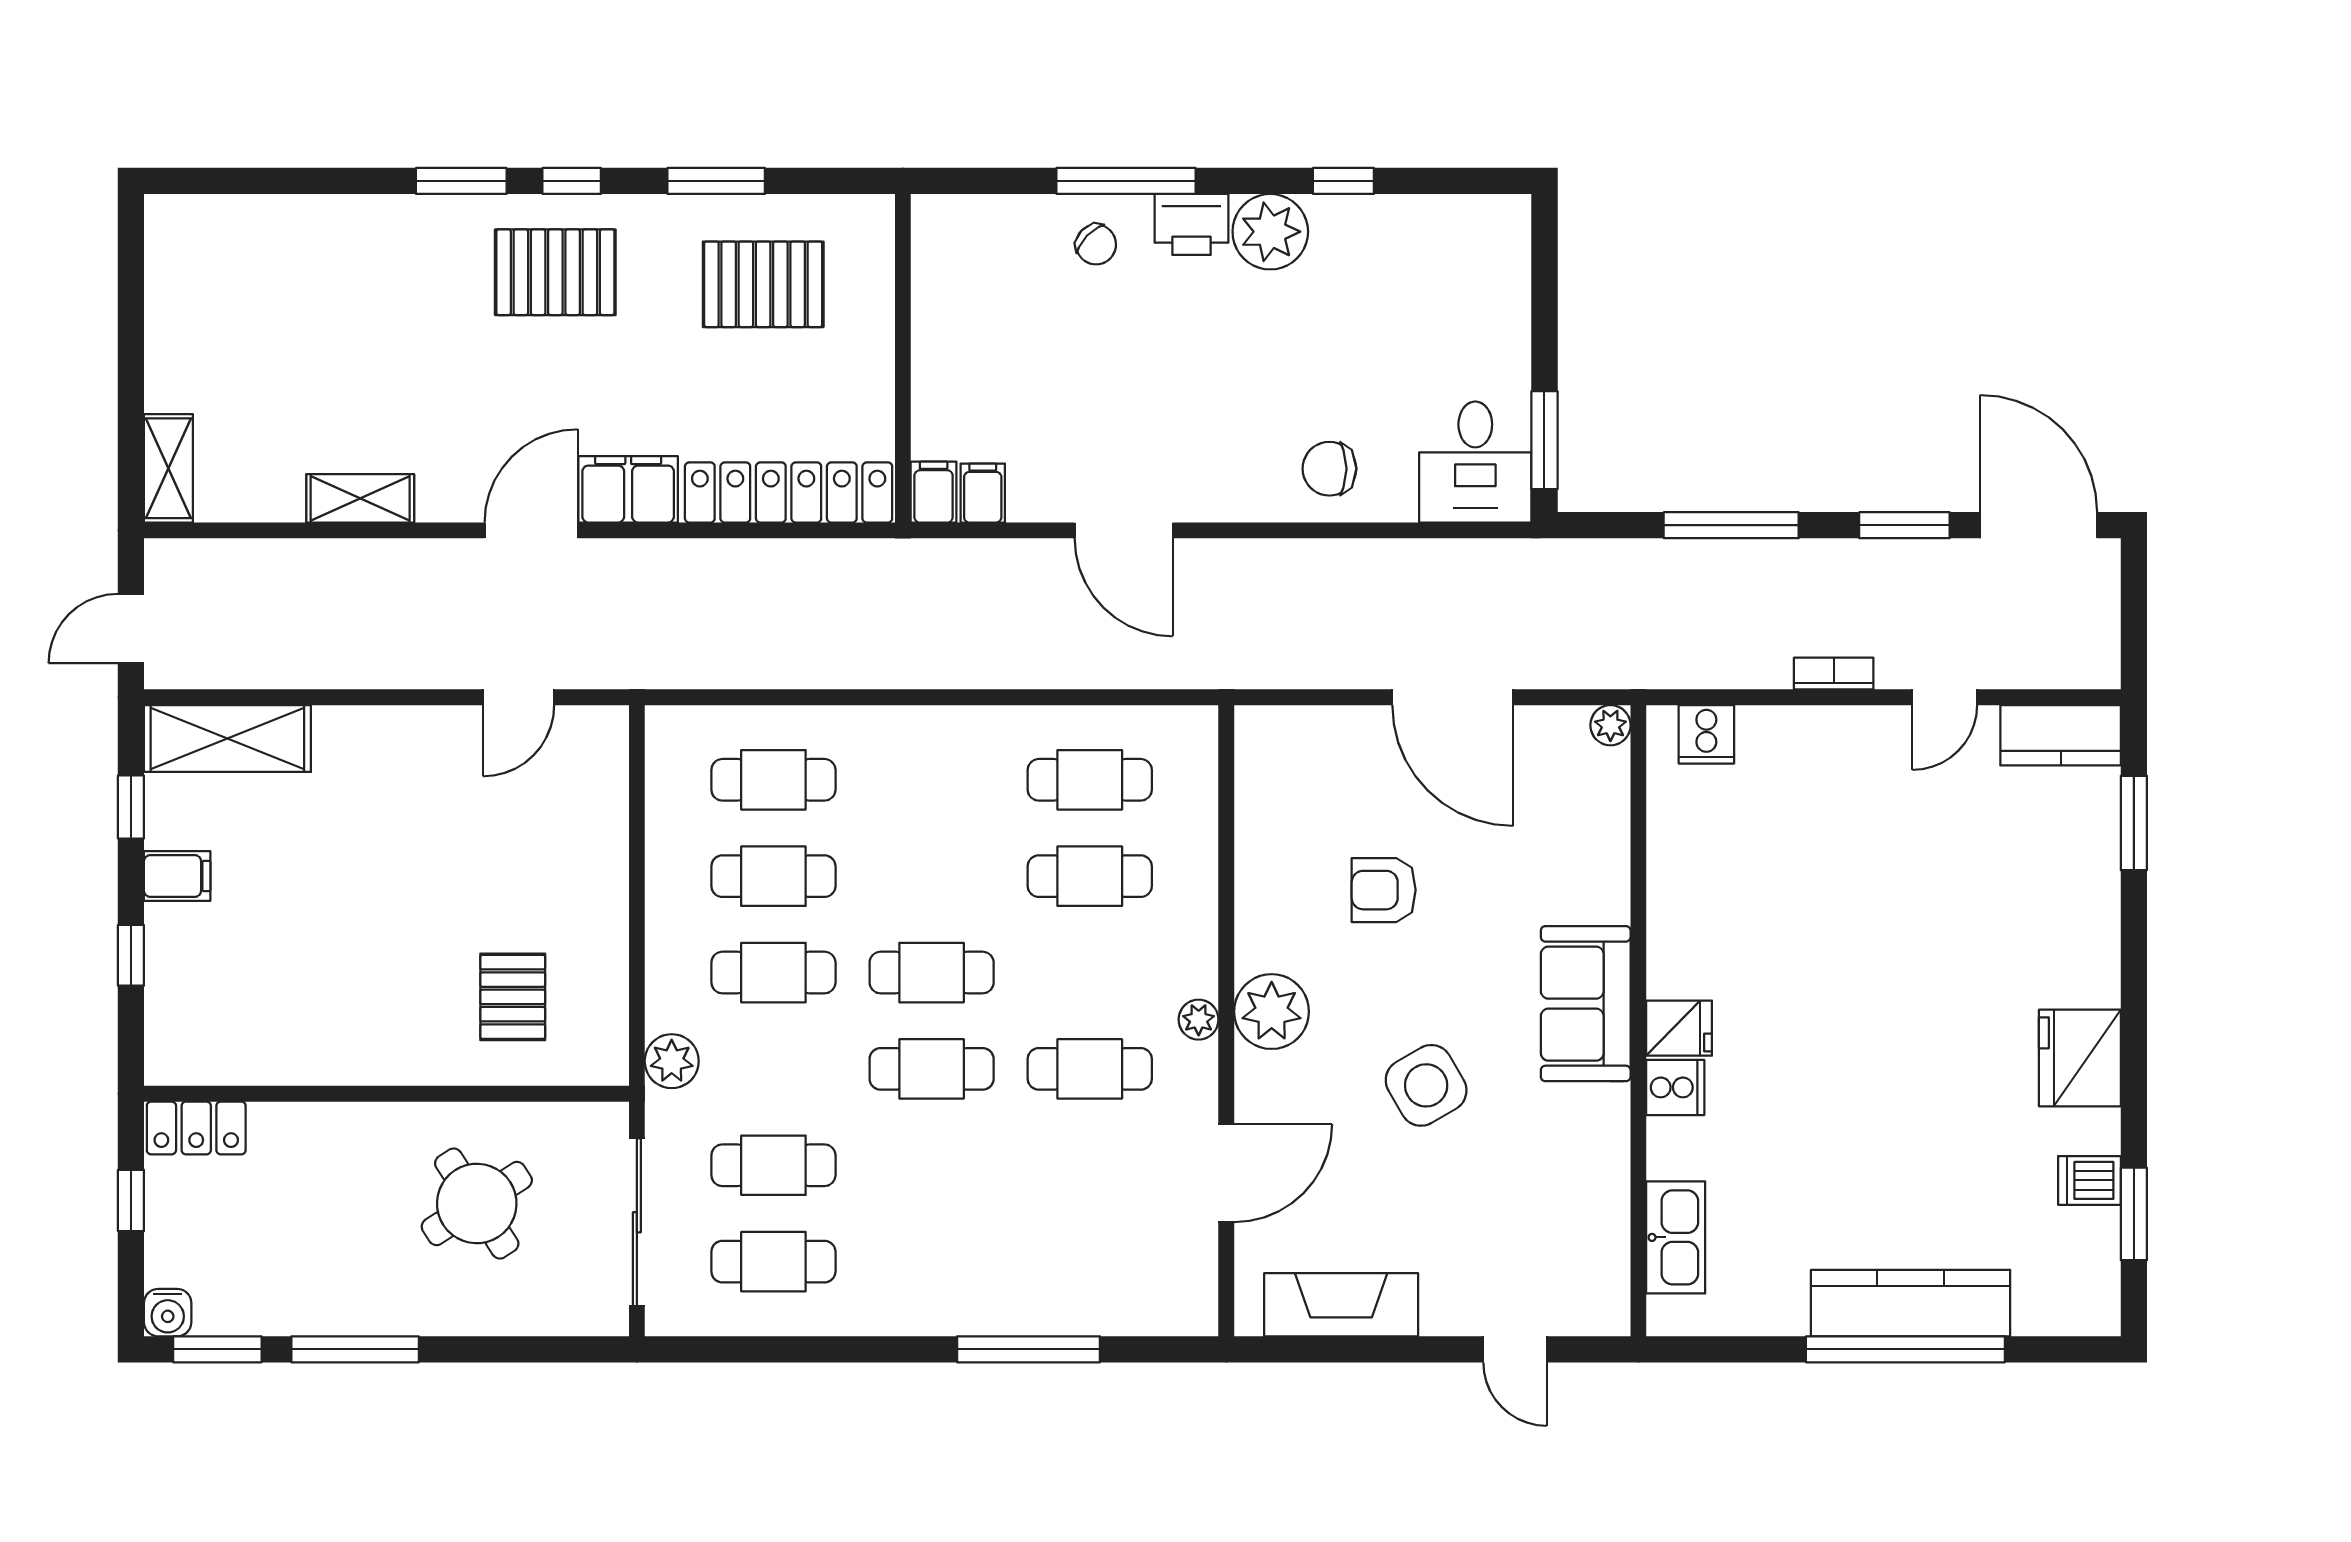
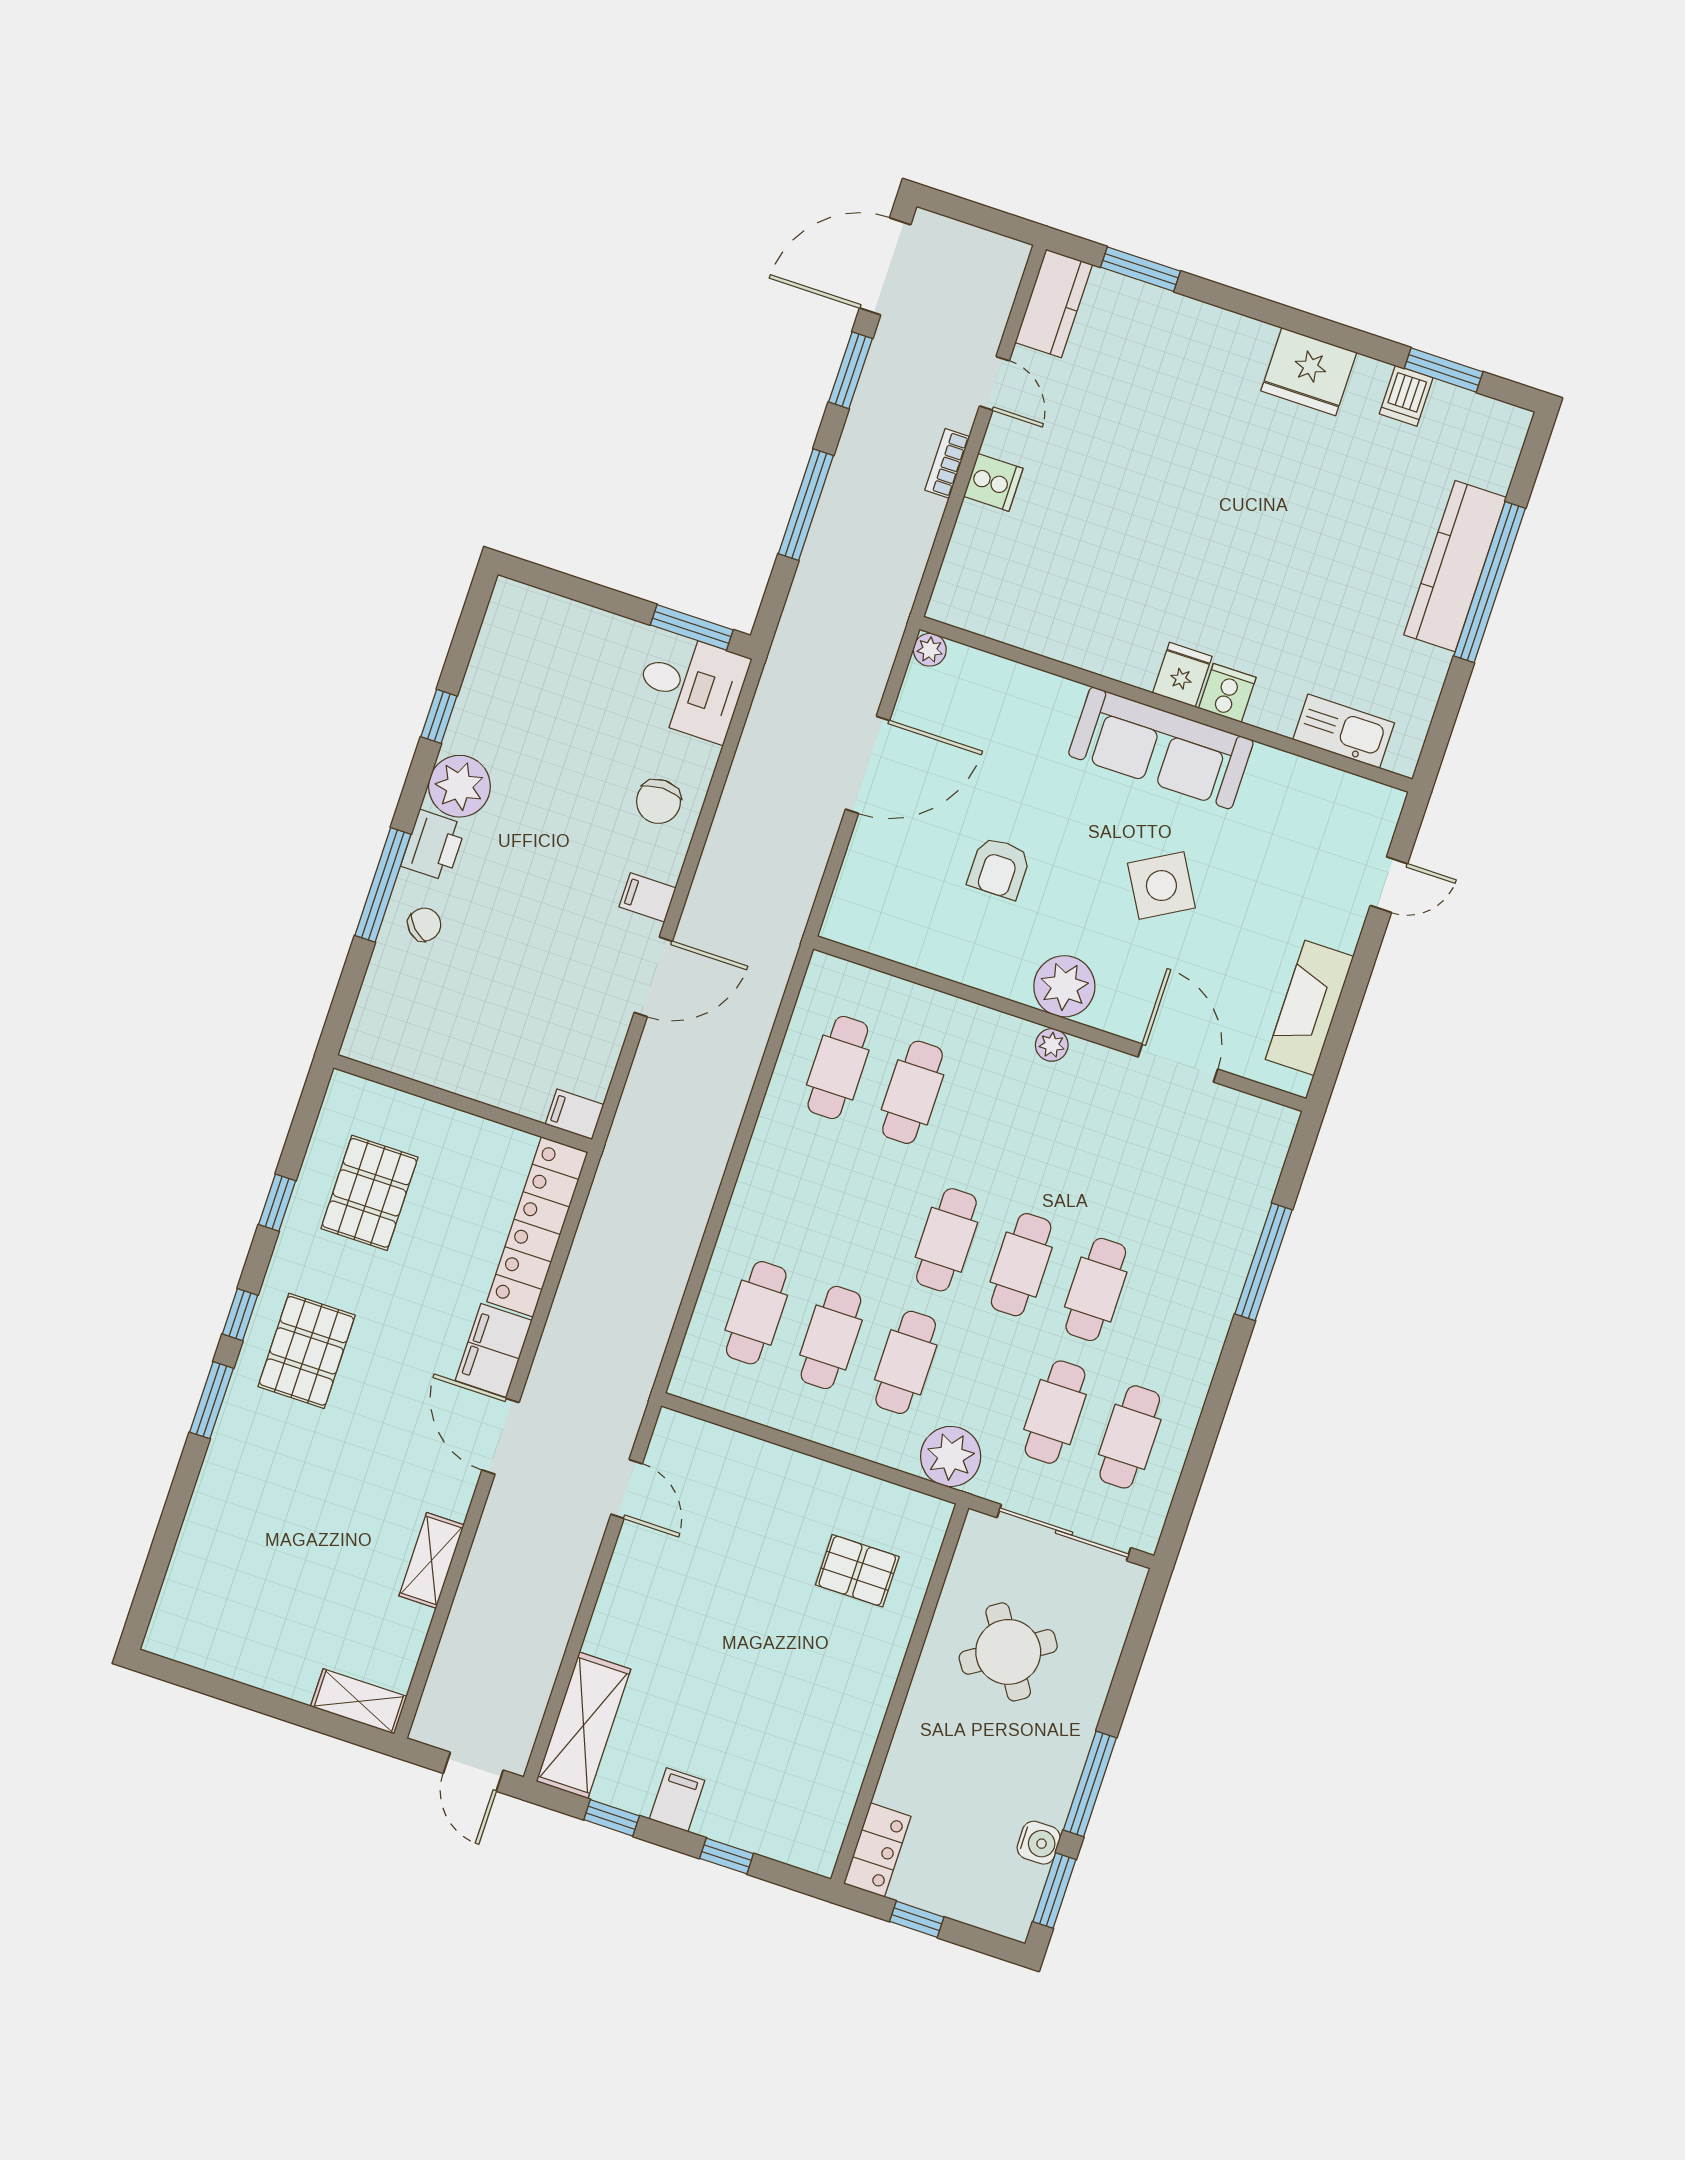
window: (716, 181) -> (277, 1203), width x0.67
filing cabinet: (983, 493) -> (647, 897), moved
cooker: (1706, 734) -> (993, 482), moved
sofa: (1586, 1004) -> (1161, 748), width x1.36
plant: (672, 1061) -> (951, 1456), width x1.36, depth x1.36
cafe table: (1090, 1069) -> (1096, 1289), moved
water cooler: (168, 1313) -> (1039, 1843), moved

